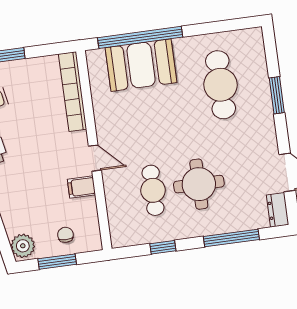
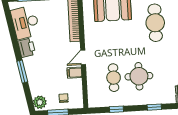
door: (95, 158) -> (83, 57), swing flipped
window: (231, 238) -> (154, 107), width x0.46

